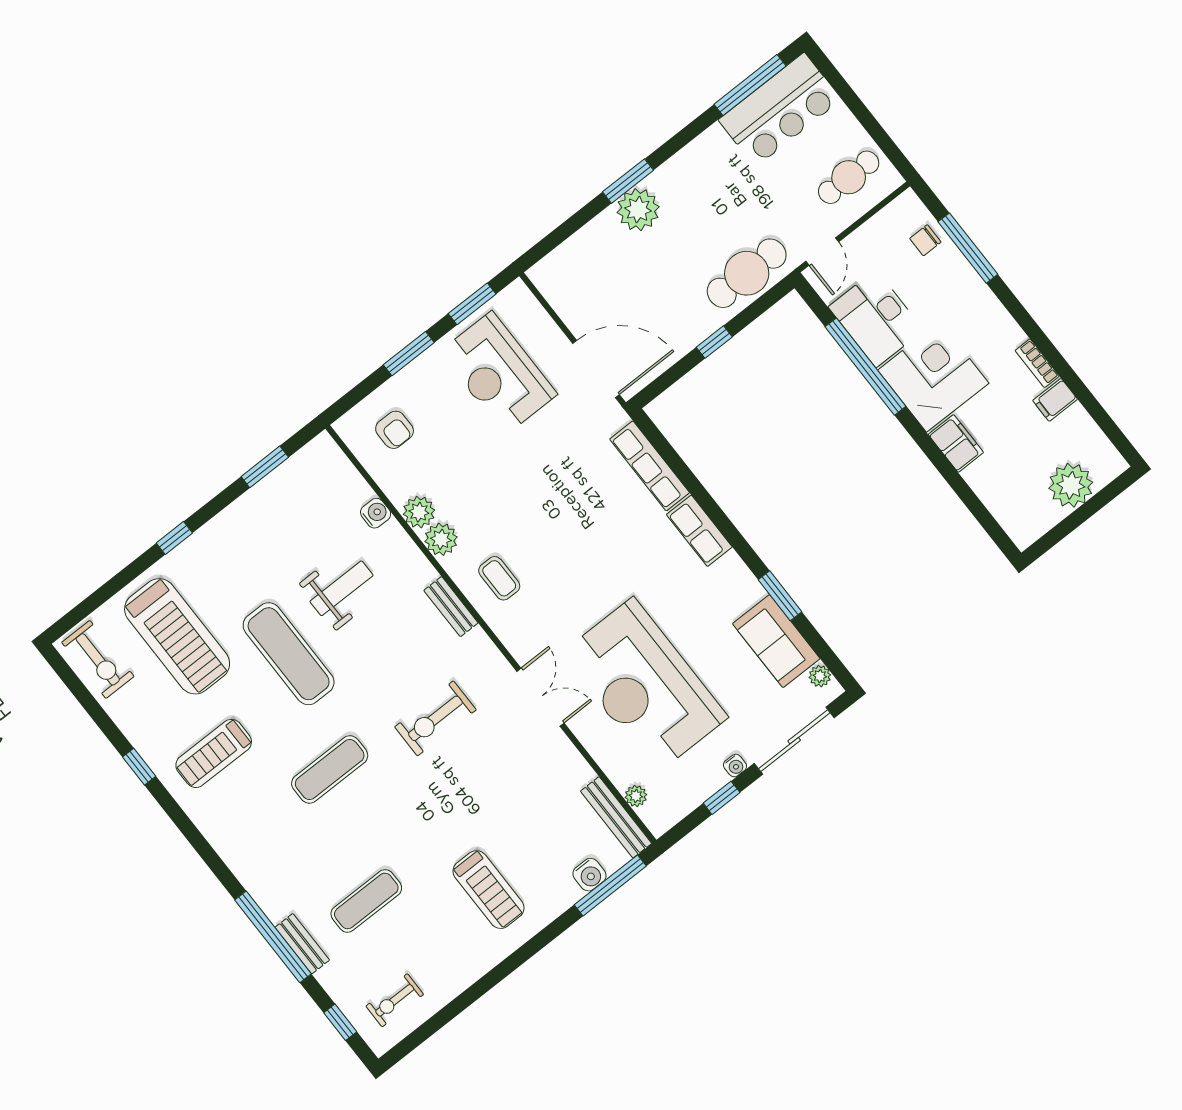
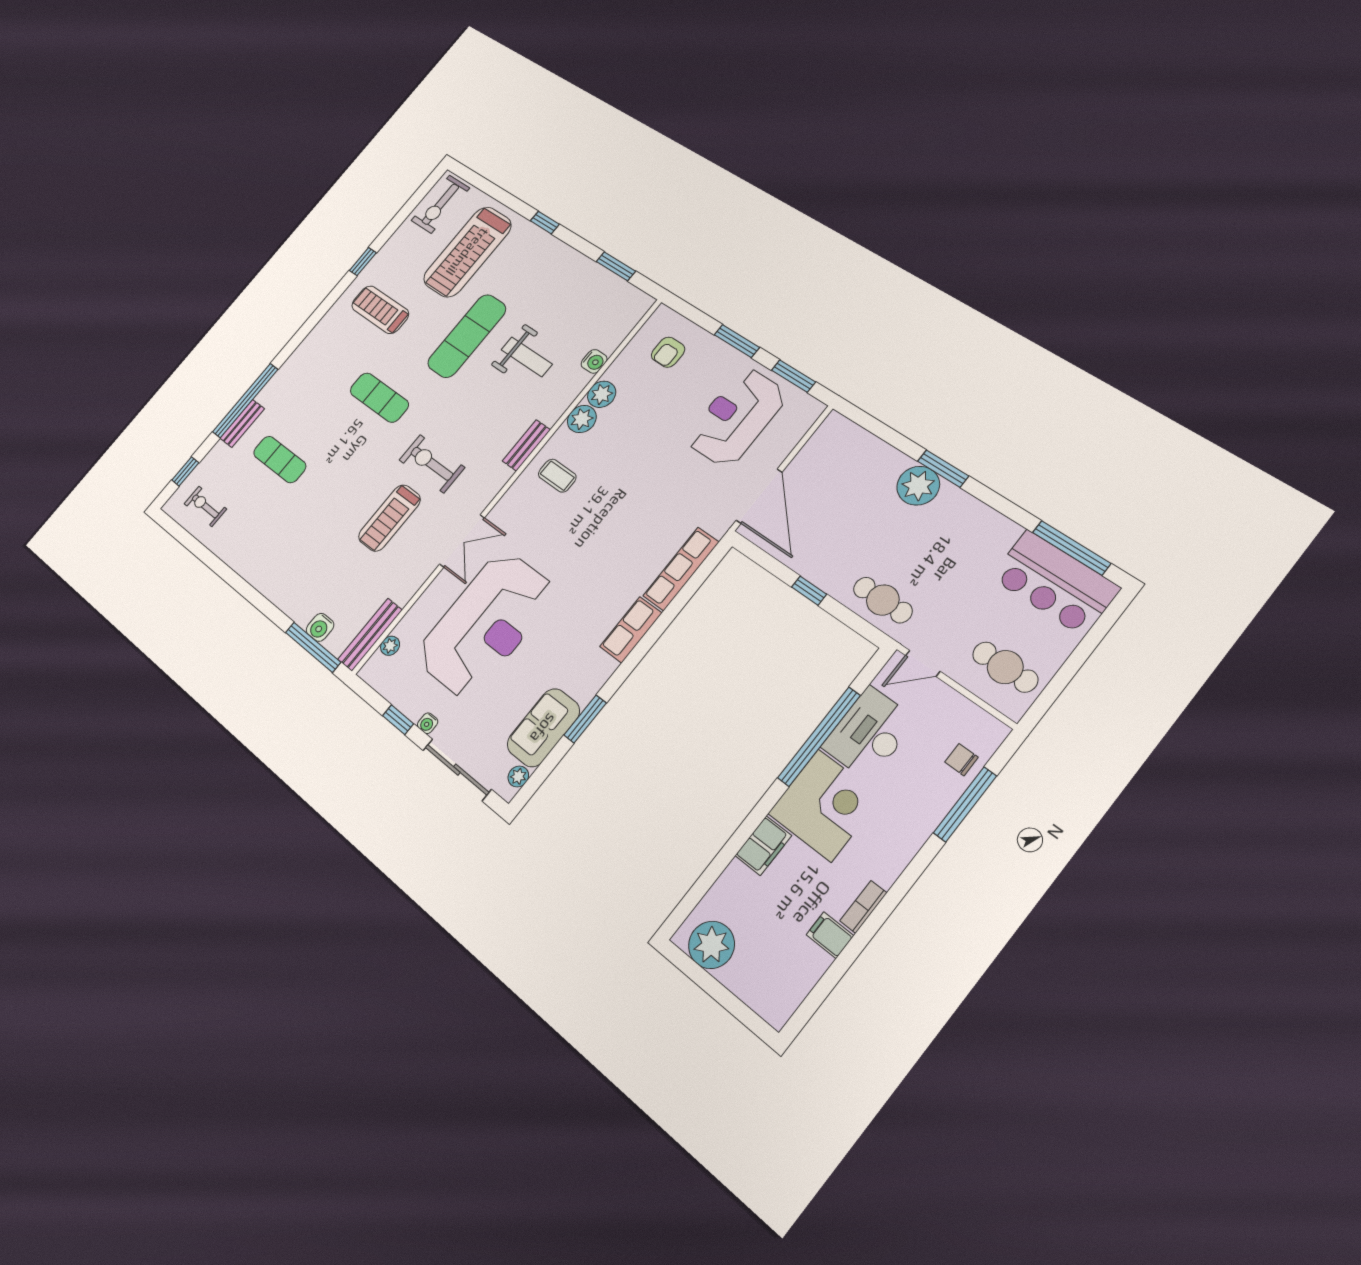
cafe table: (747, 273) -> (883, 600), width x0.73, depth x0.74
plant: (1071, 485) -> (711, 945), moved
coffee table: (499, 578) -> (557, 476), turned 90
reception desk: (645, 685) -> (486, 624), turned 180
treadmill: (489, 890) -> (389, 518), moved

